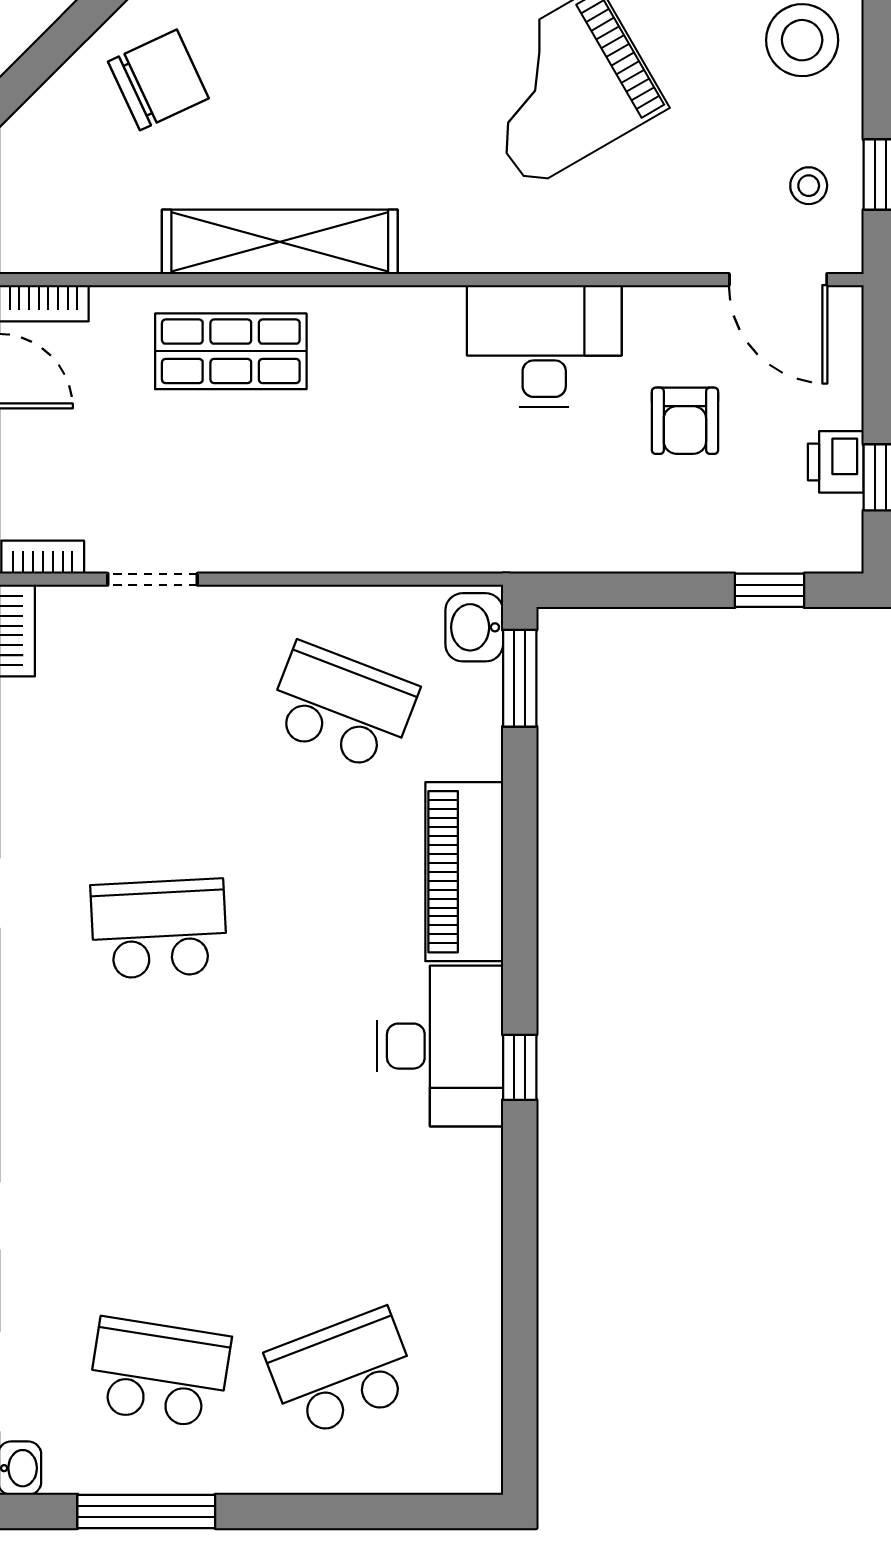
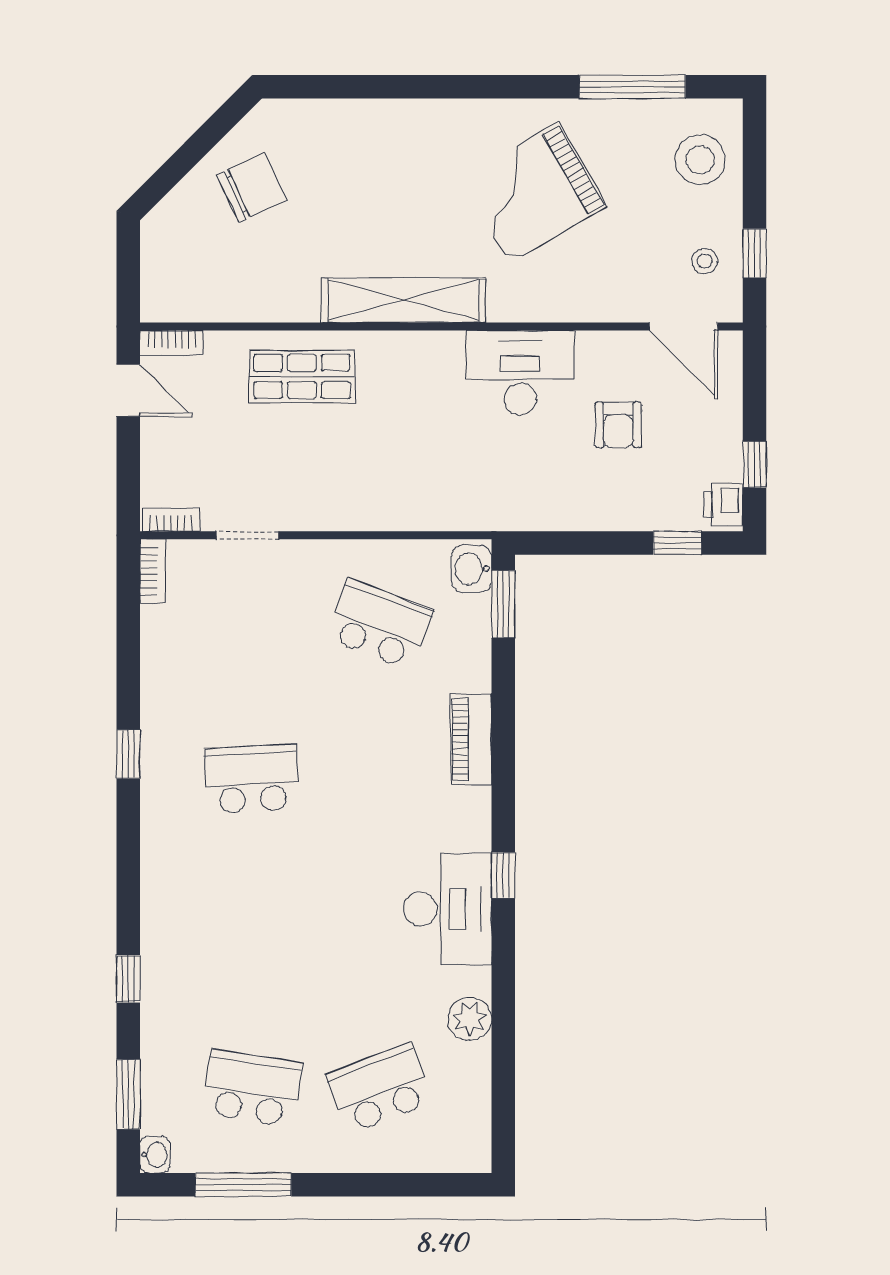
shelving: (280, 242) -> (403, 300), moved
printer: (836, 462) -> (723, 504), moved
piano: (464, 872) -> (471, 739), width x0.73, depth x0.75
desk: (440, 1046) -> (448, 909), moved
plant: (472, 1273) -> (470, 1019), added

